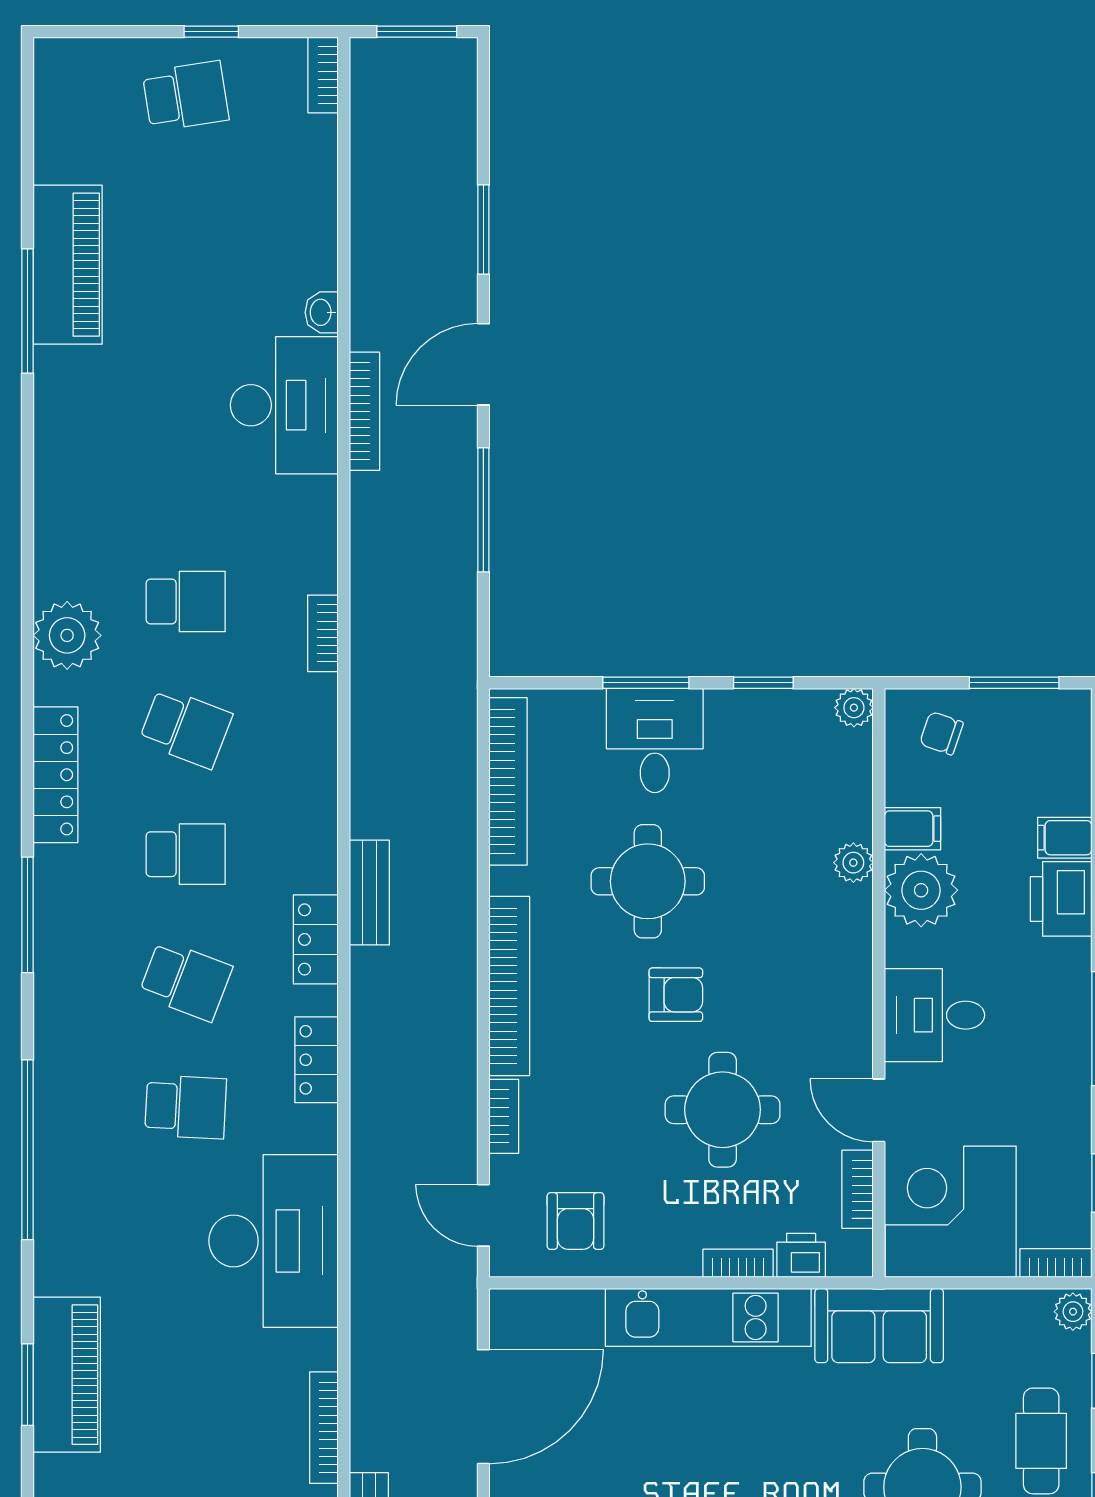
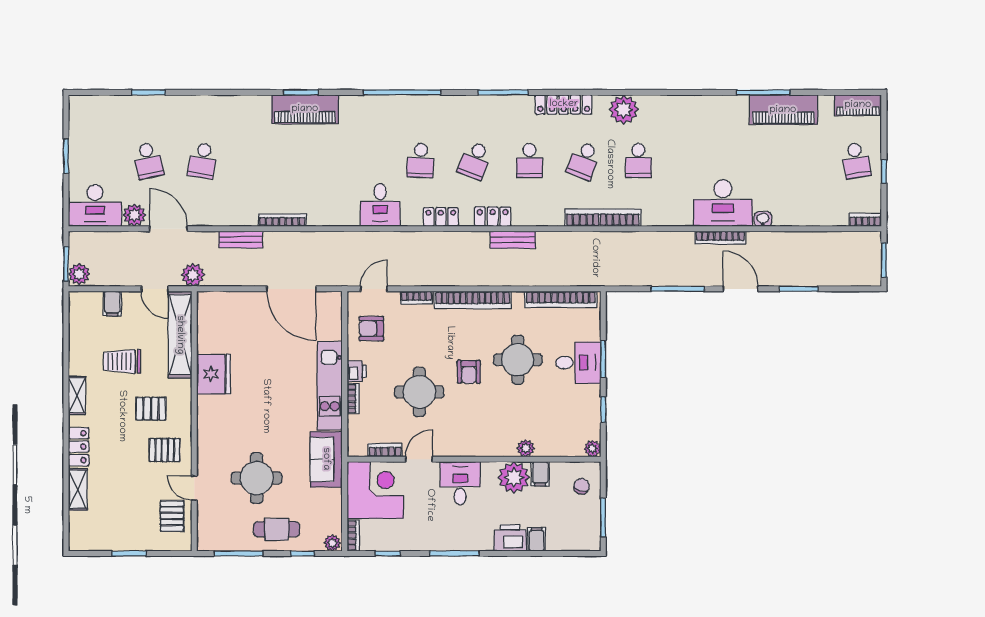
piano: (57, 92) -> (858, 105), added
bookcase: (323, 633) -> (603, 218), width x2.31, depth x1.31
desk: (274, 1241) -> (380, 205), width x0.53, depth x0.77
printer: (801, 1255) -> (357, 371), moved

